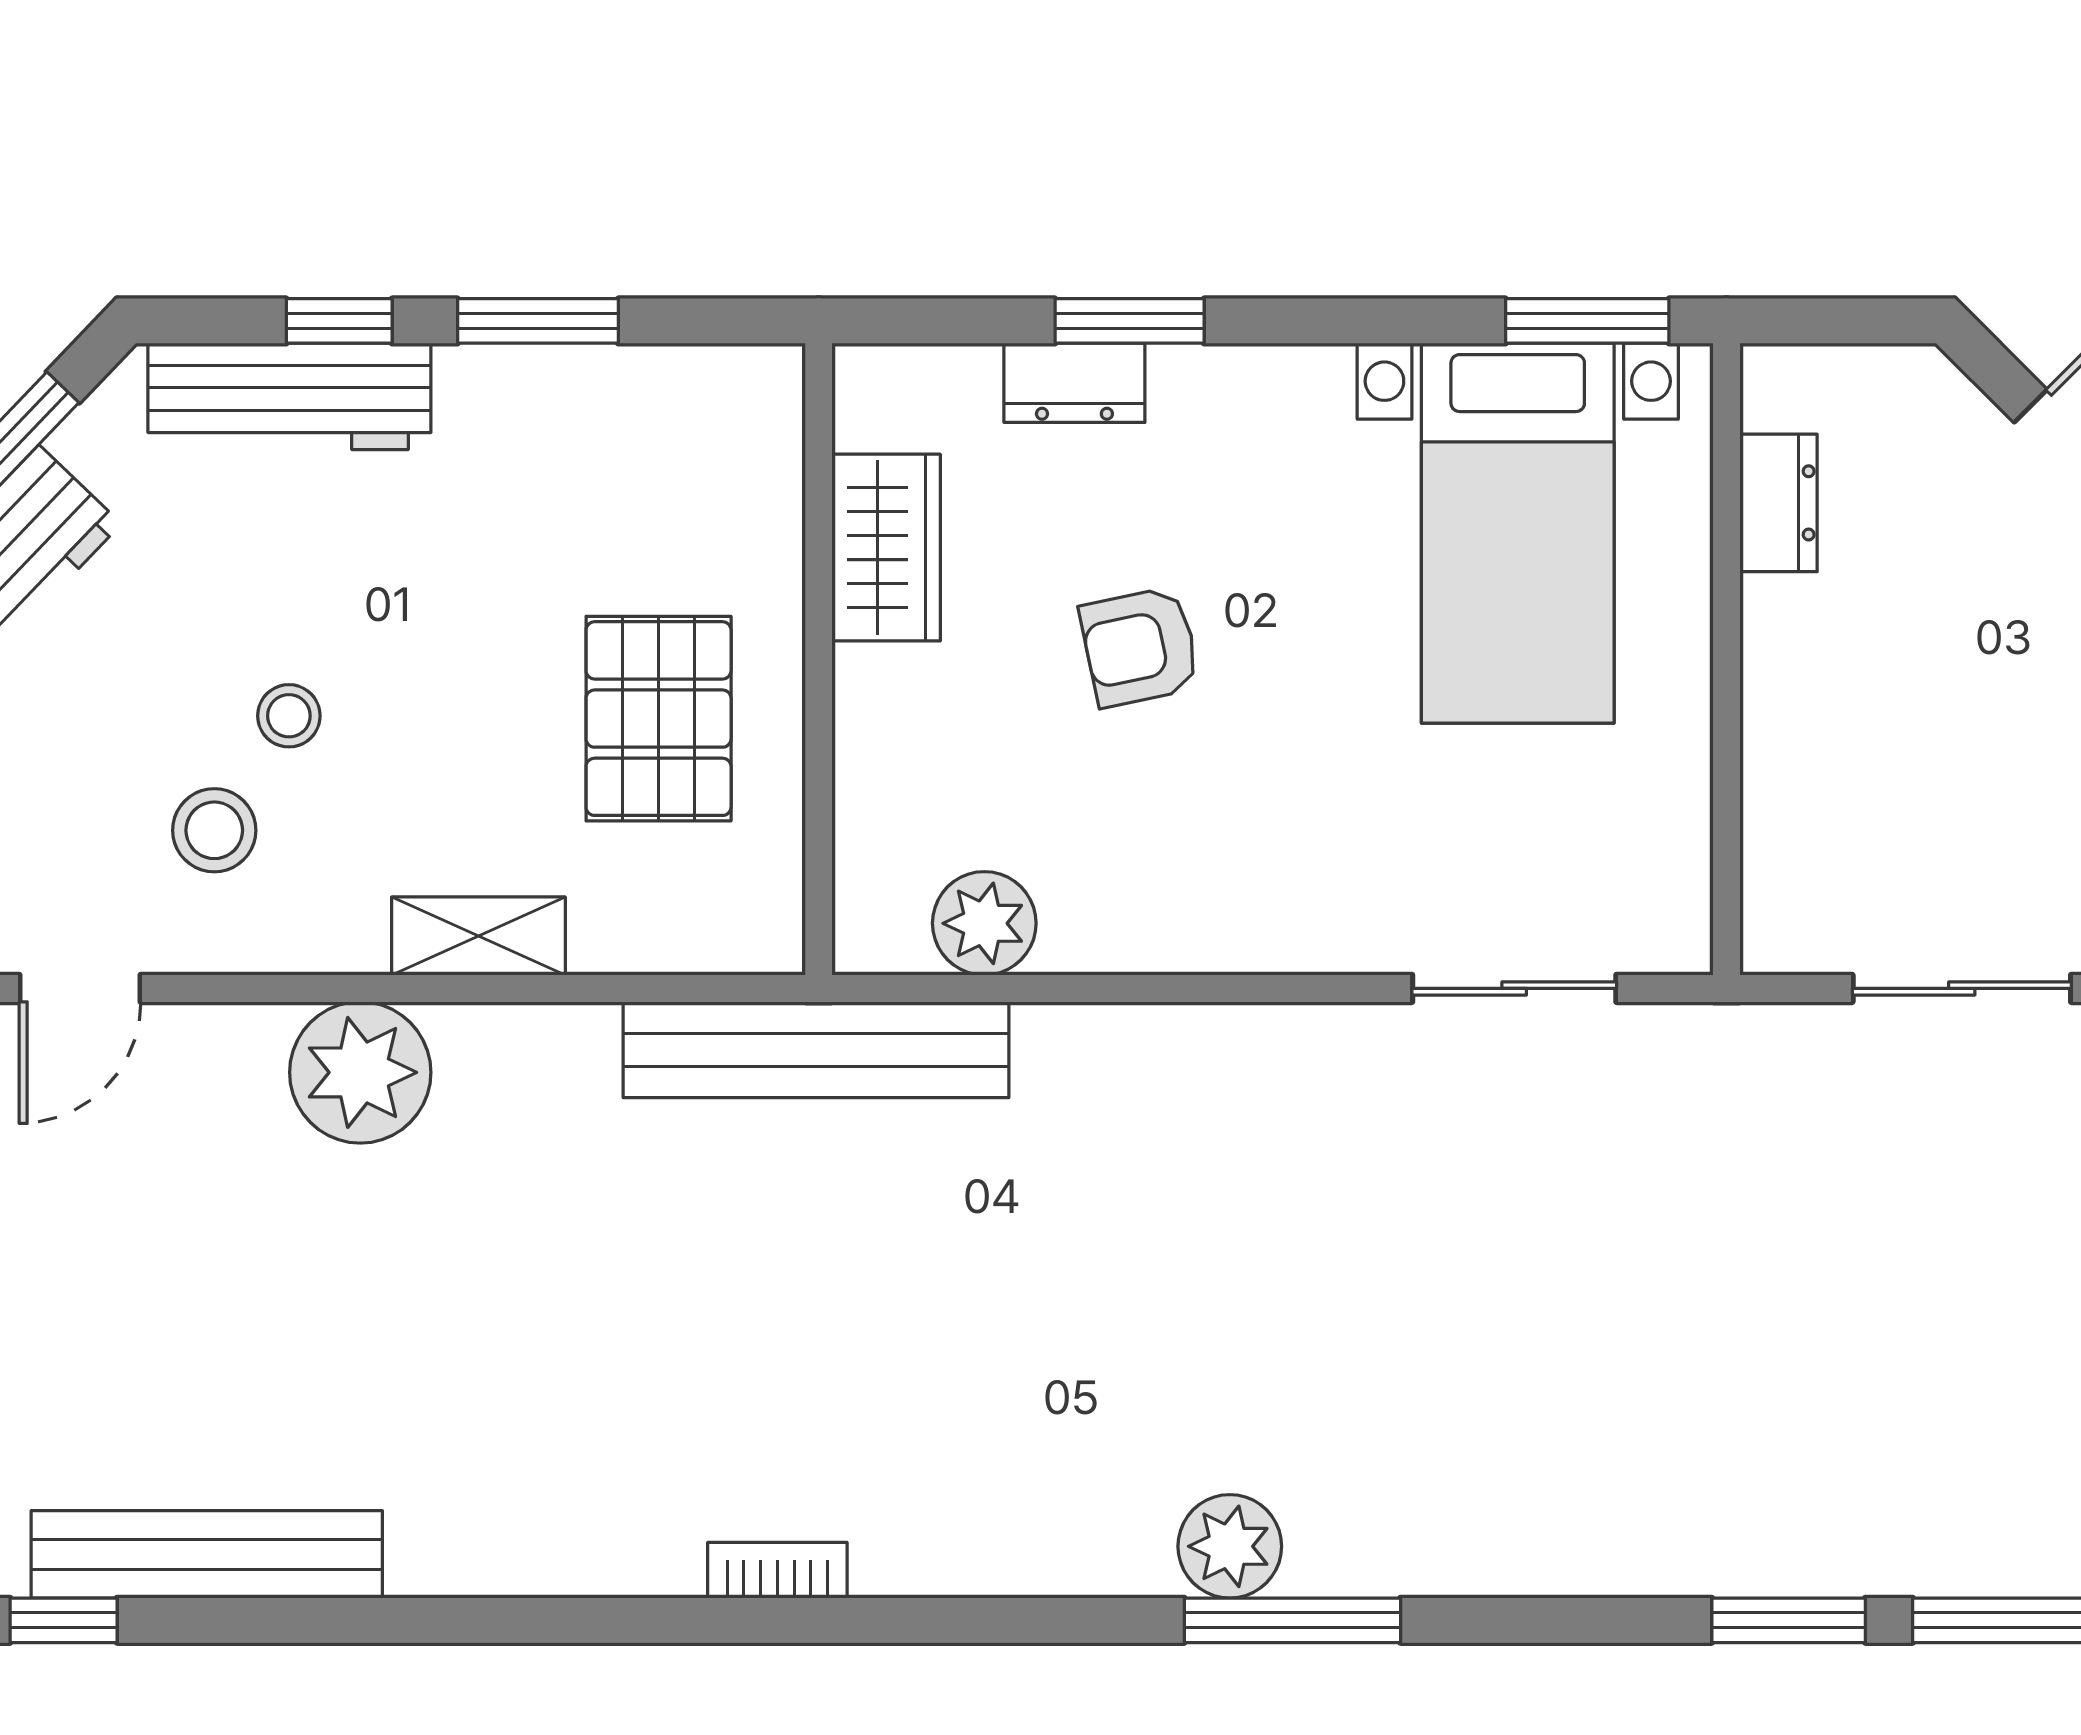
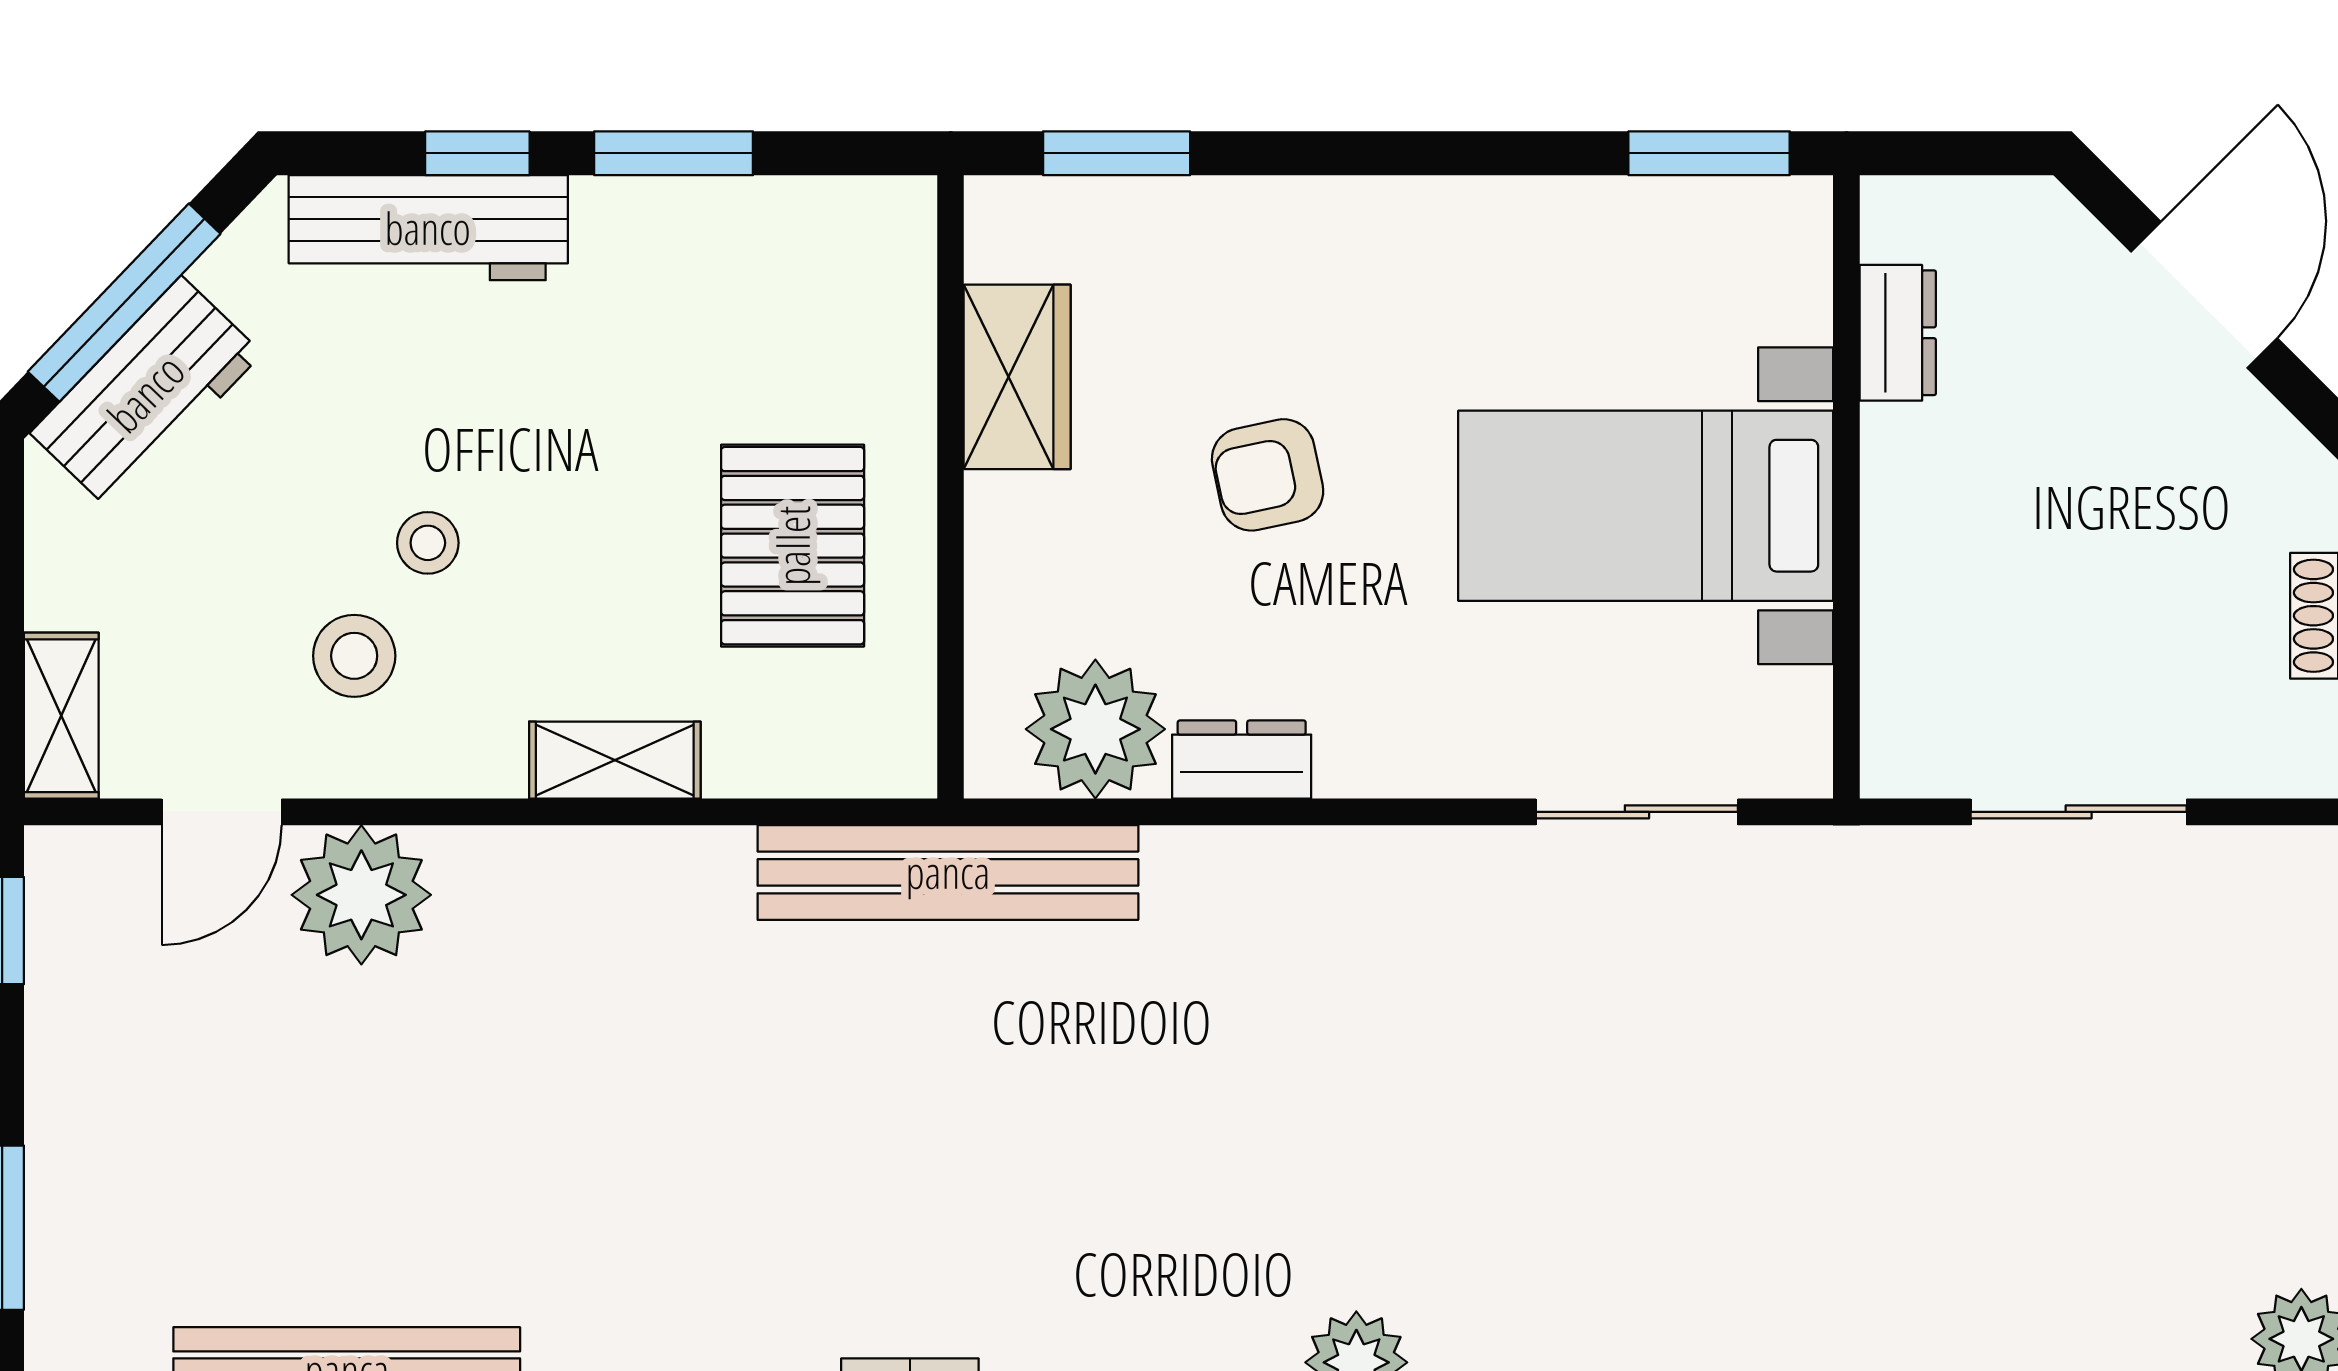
window: (1130, 321) -> (1117, 153), moved
dresser: (1074, 383) -> (1242, 760), moved, turned 180
bed with nightstands: (1518, 533) -> (1646, 506), moved, turned 90
plant: (984, 923) -> (1095, 729), width x1.36, depth x1.36
plant: (360, 1072) -> (361, 895), moved

